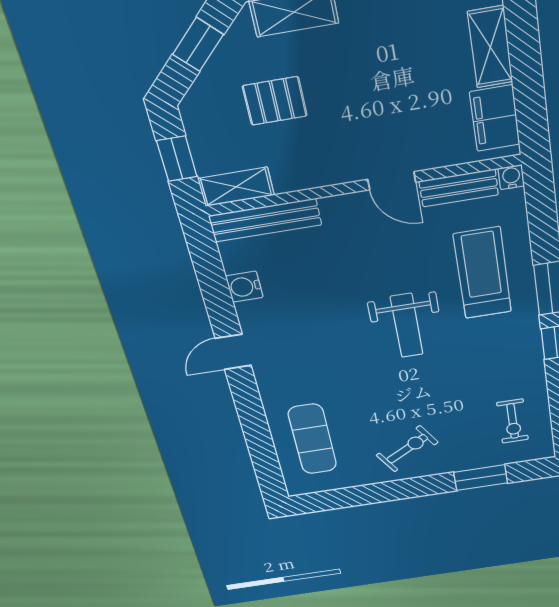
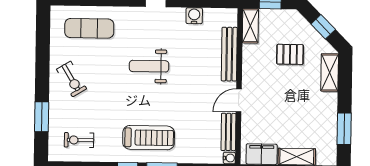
pallet: (275, 101) -> (290, 54), turned 90
bench: (265, 220) -> (229, 54), moved
treadmill: (483, 273) -> (149, 138), moved
weight bench: (407, 326) -> (149, 66), moved

